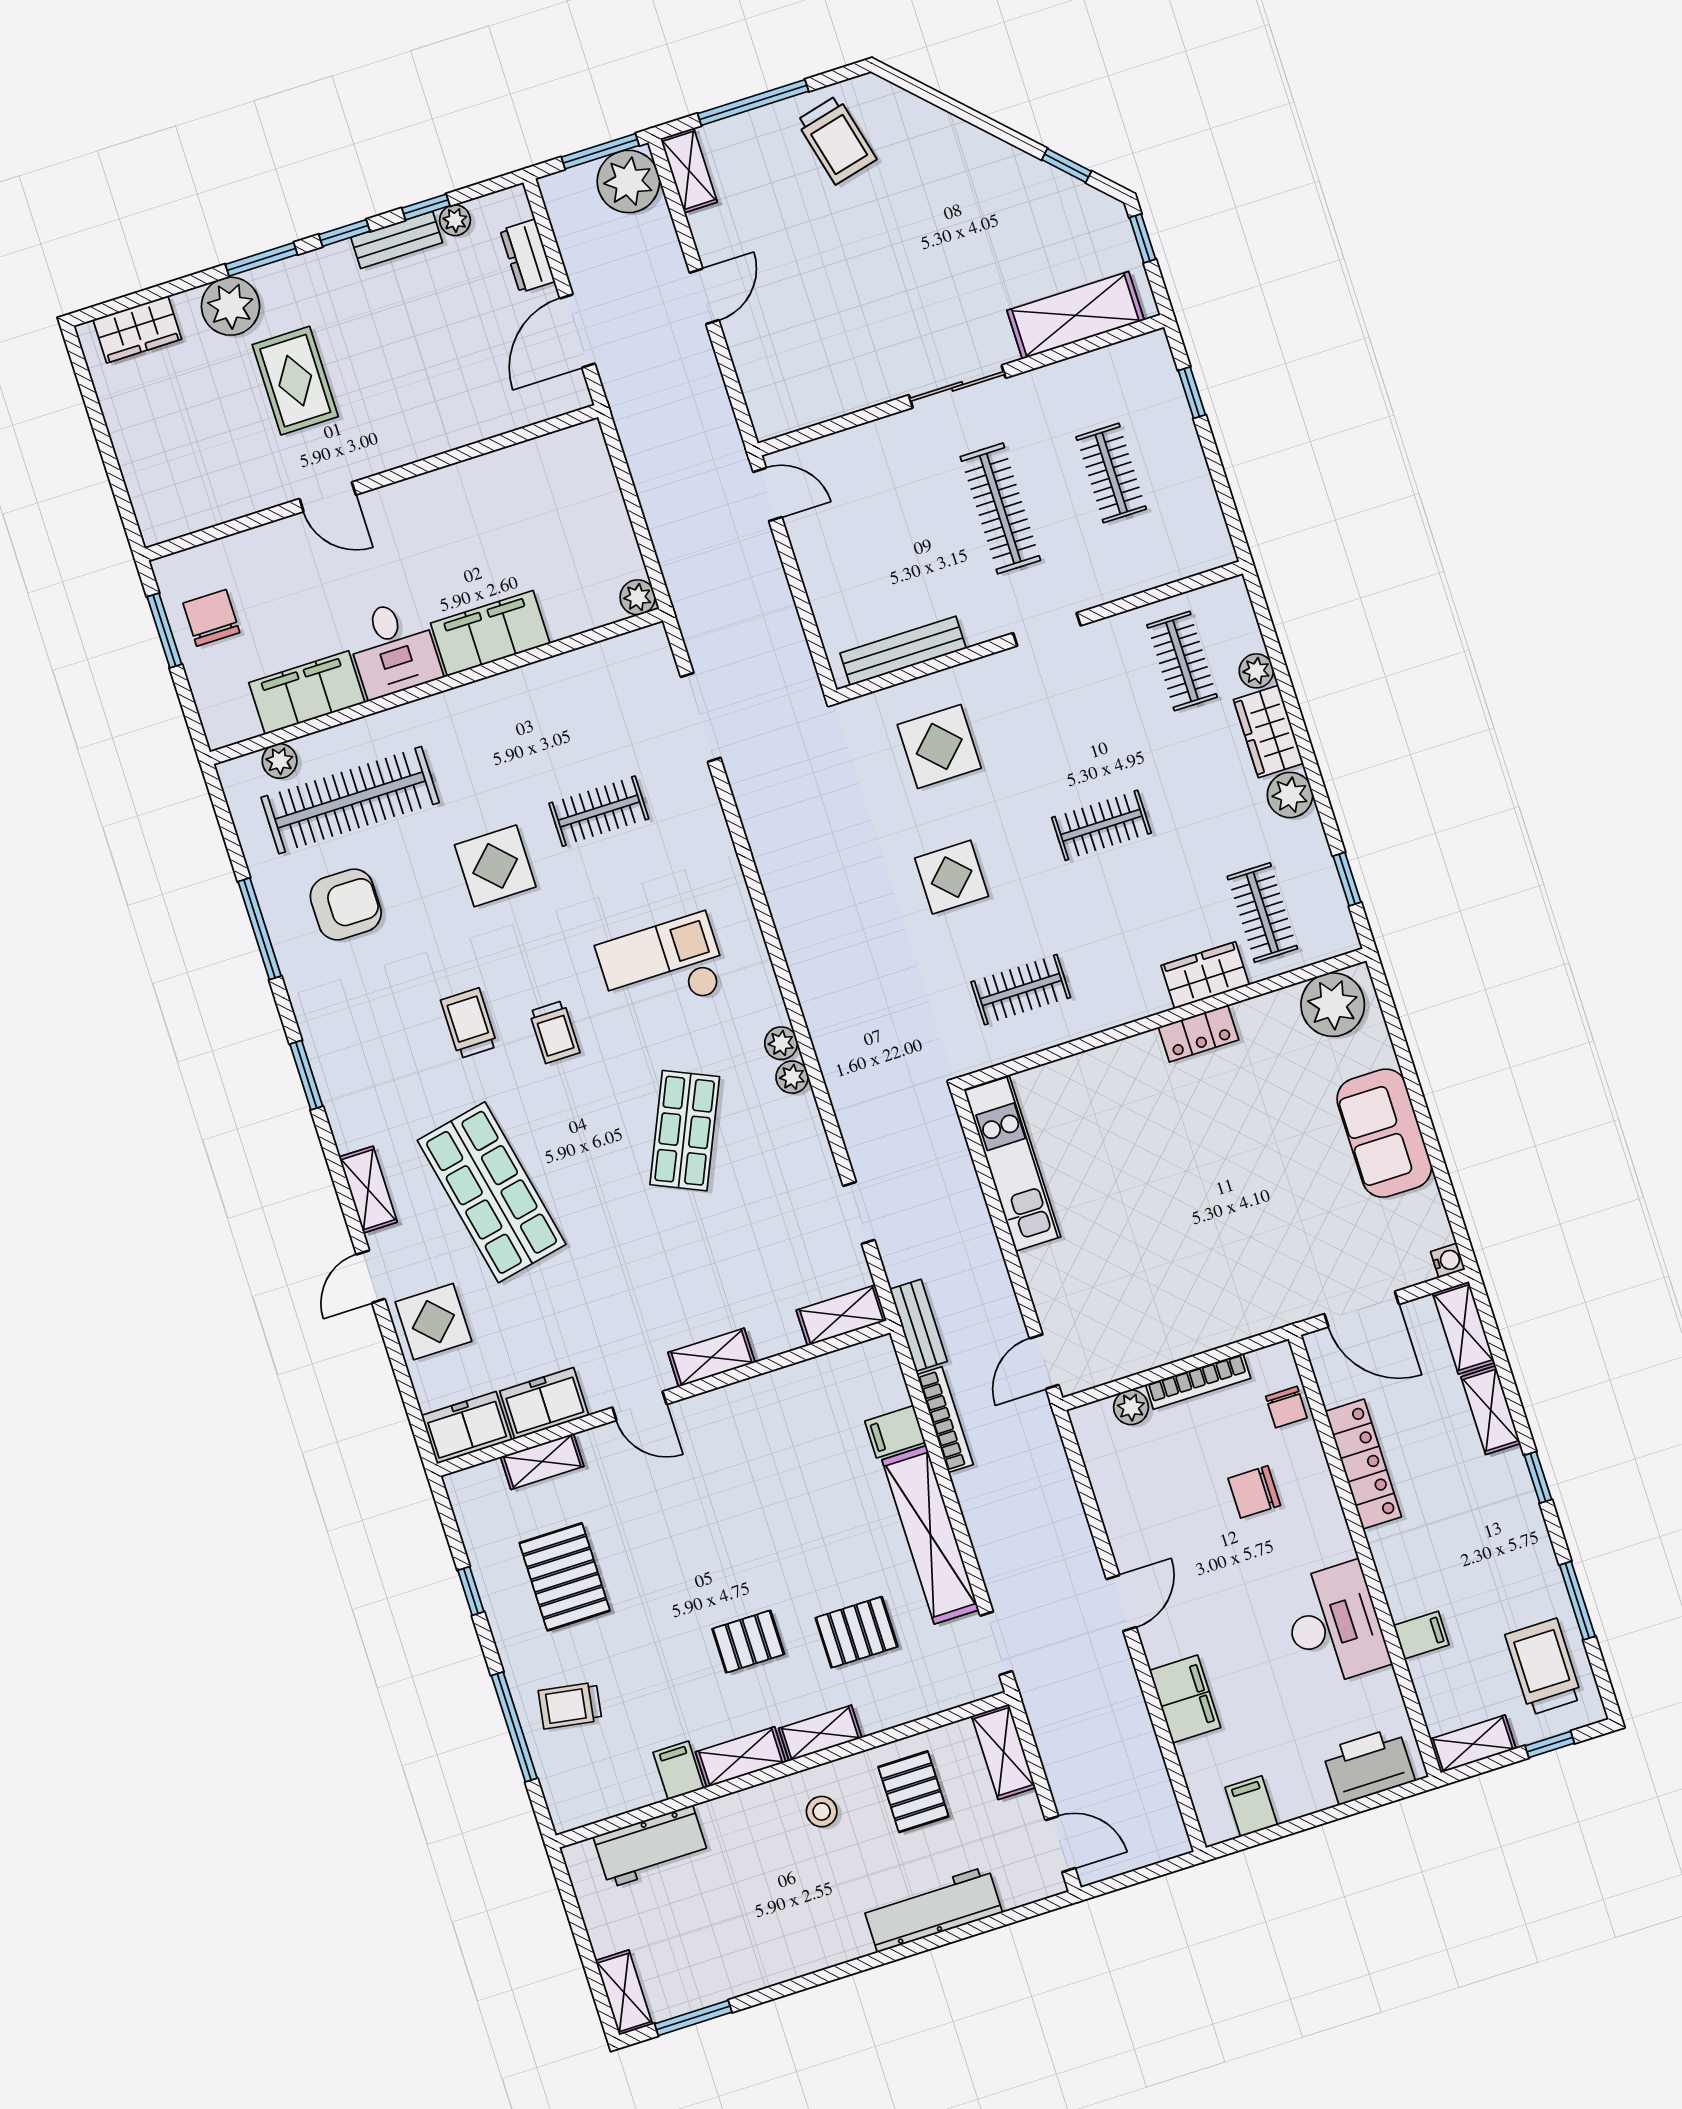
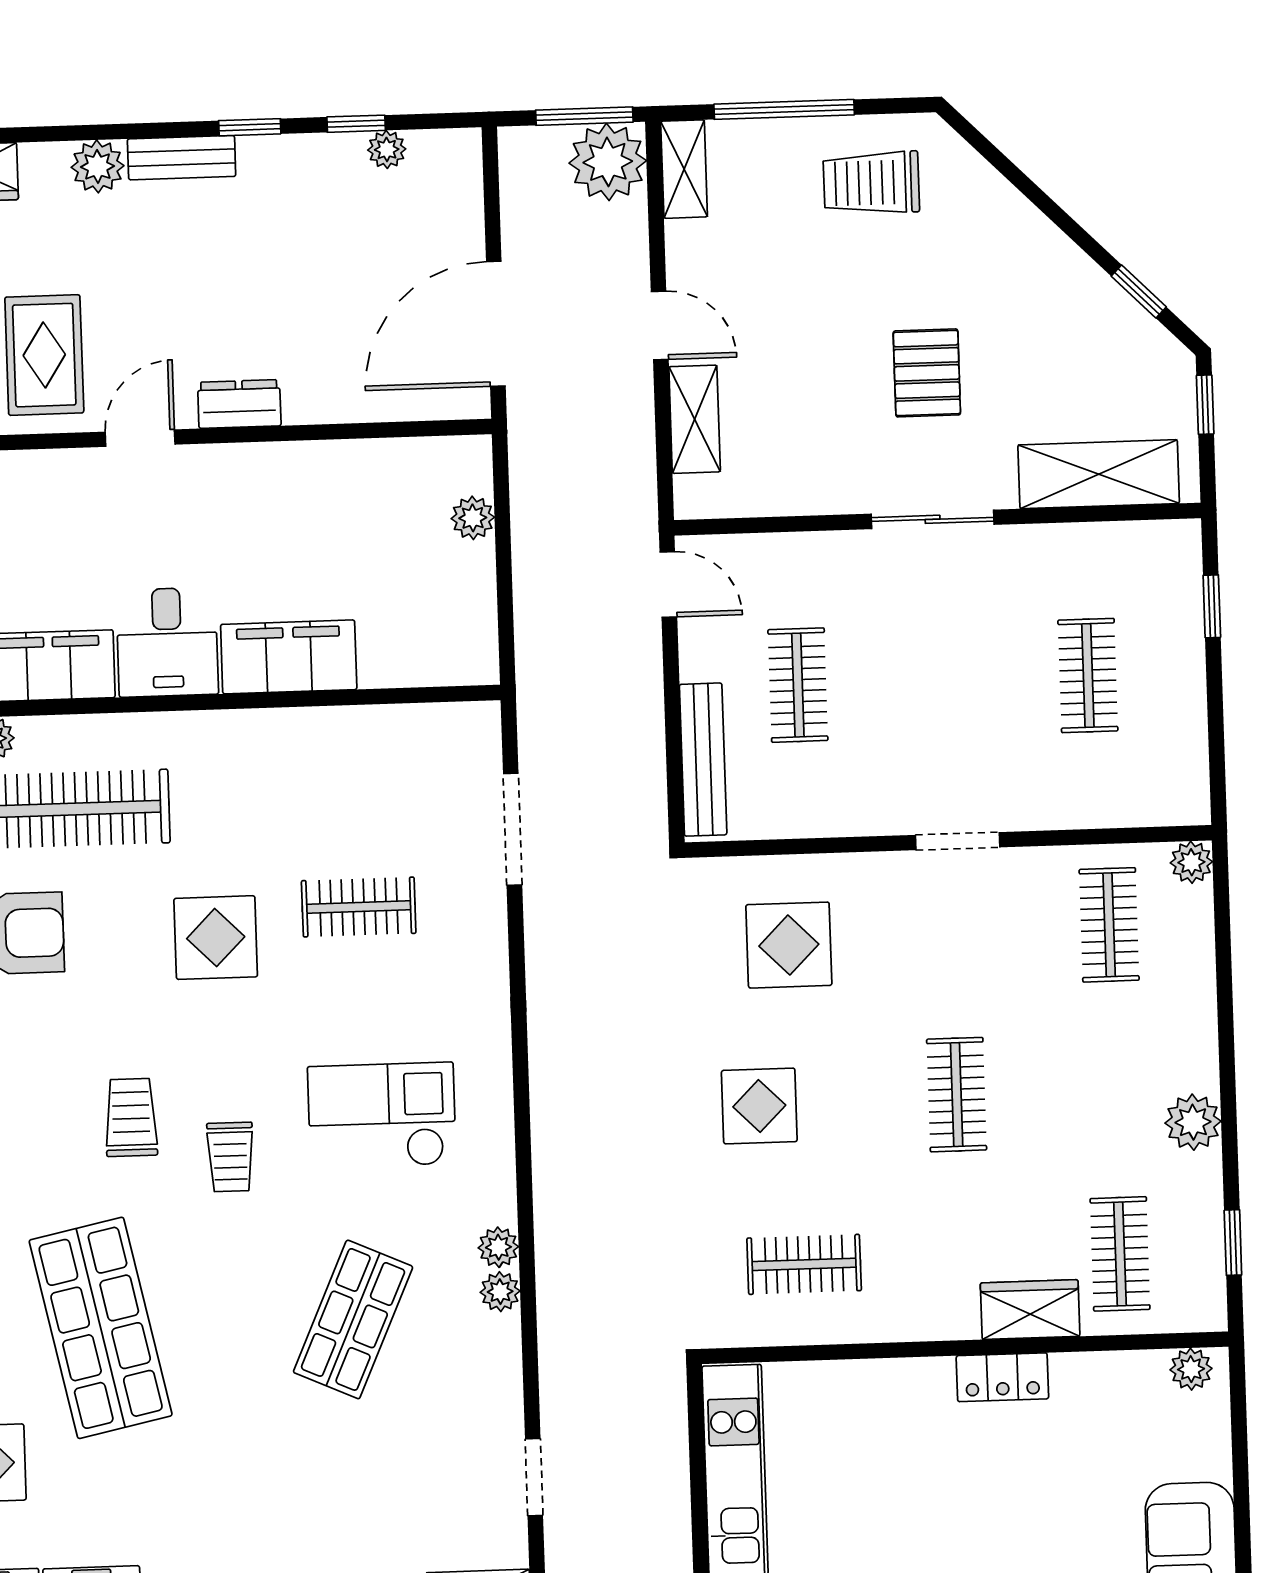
trolley: (836, 140) -> (871, 183), turned 104
bench: (397, 240) -> (182, 158), moved
dresser: (527, 256) -> (239, 404), moved, turned 90
window: (261, 259) -> (141, 131), removed
pallet: (921, 275) -> (927, 373), added
door: (704, 296) -> (660, 325), hinge flipped
plant: (230, 306) -> (98, 166), width x0.73, depth x0.73
door: (577, 331) -> (496, 324), width x1.36
shelving: (752, 361) -> (695, 419), added
rug: (295, 381) -> (44, 355), moved
door: (328, 497) -> (140, 438), swing flipped
clothes rail: (1000, 508) -> (798, 685), moved, width x0.73
plant: (638, 597) -> (473, 518), moved
bench: (903, 651) -> (703, 760), moved, turned 90
plant: (1256, 671) -> (1191, 862), moved
wardrobe: (1268, 731) -> (1189, 1039), removed
clothes rail: (1101, 825) -> (957, 1095), turned 90
plant: (1333, 1005) -> (1191, 1369), width x0.53, depth x0.53

